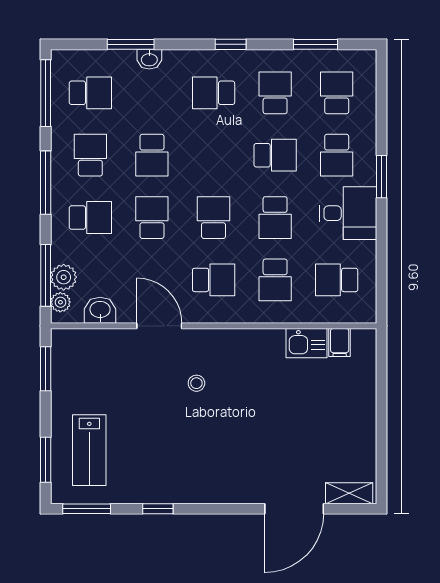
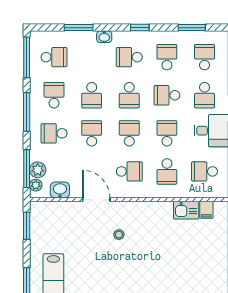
washbasin: (149, 59) -> (104, 37), moved
school desk: (214, 155) -> (129, 95), added
school desk: (275, 155) -> (167, 95), turned 180
school desk: (90, 218) -> (54, 133), turned 180
school desk: (275, 218) -> (167, 133), turned 180

